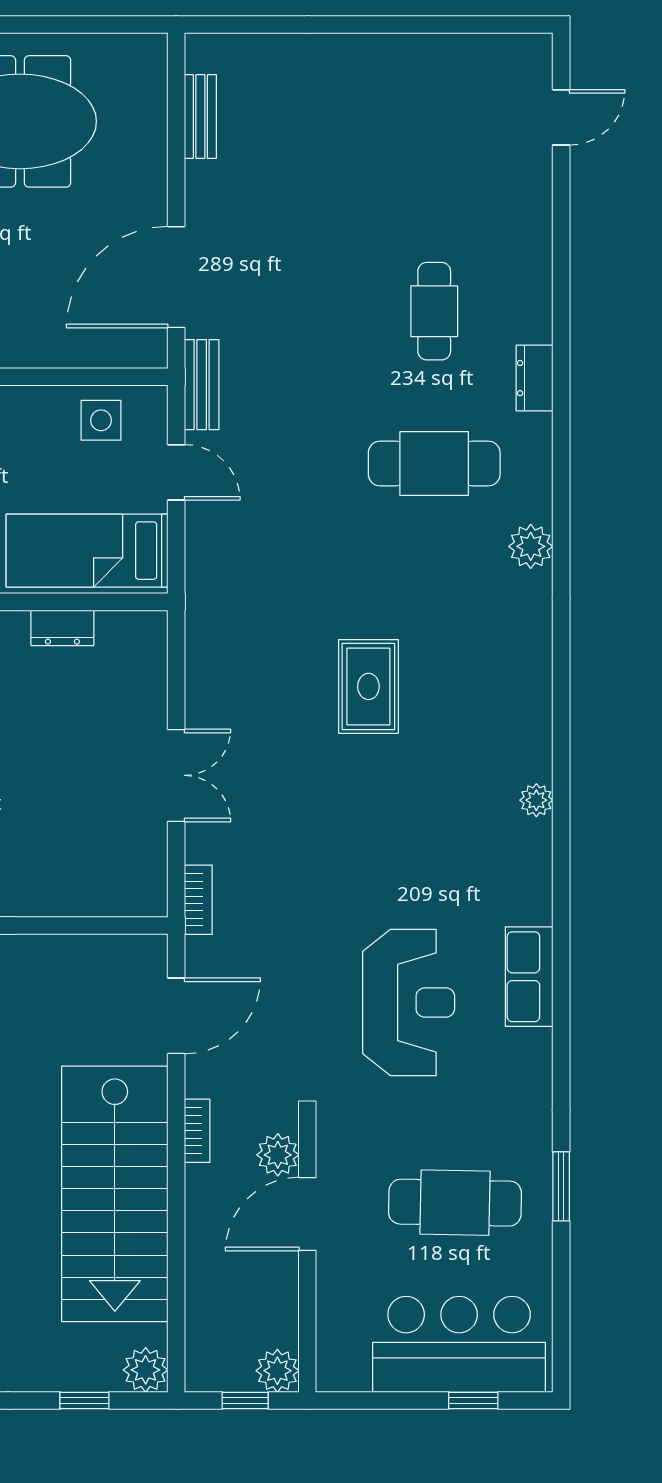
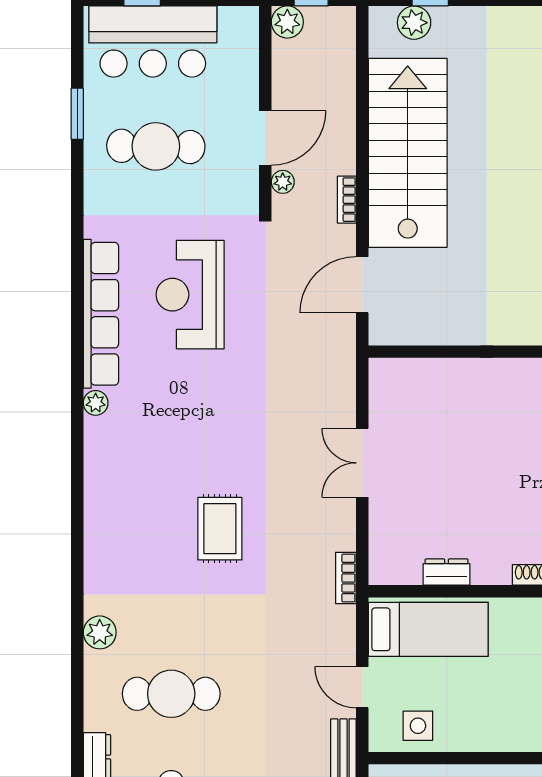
plant: (536, 800) -> (96, 403), moved
bookcase: (198, 900) -> (346, 578), moved
row of seats: (529, 977) -> (101, 314), width x2.02
plant: (278, 1155) -> (283, 182), width x0.73, depth x0.73
window: (561, 1186) -> (77, 114), moved
plant: (146, 1370) -> (414, 23), moved

